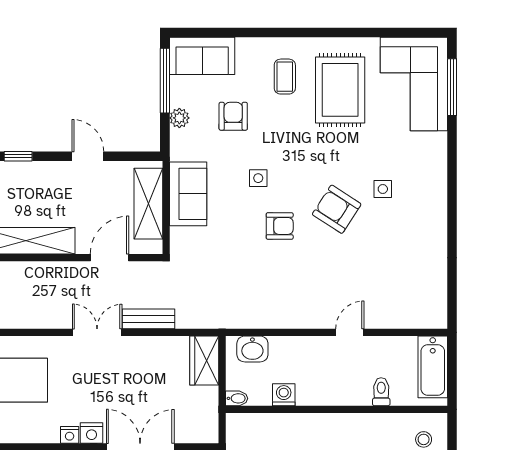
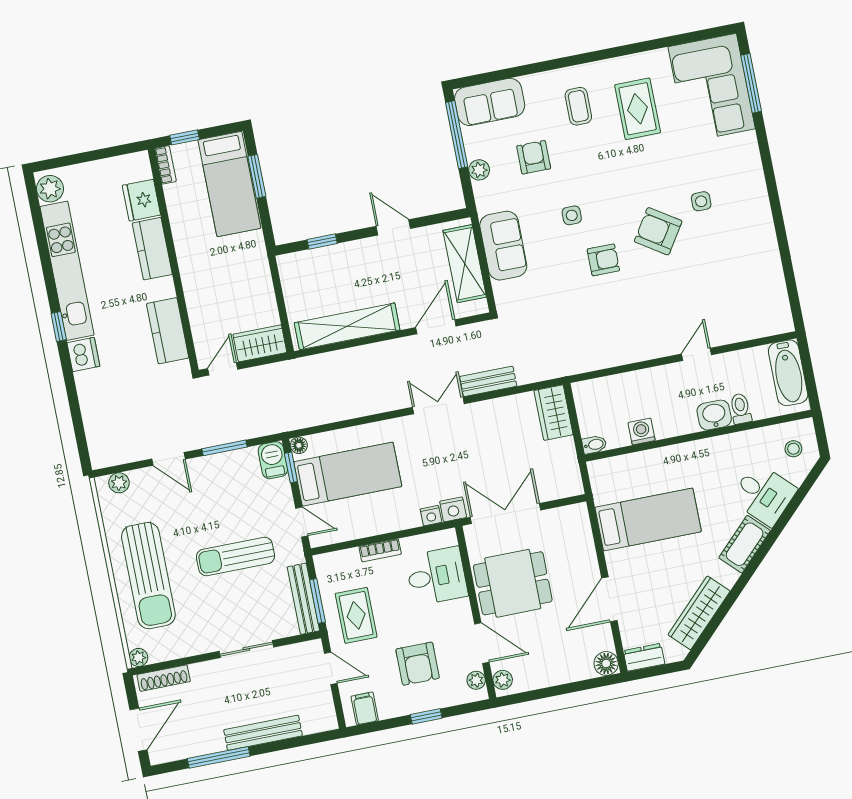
rug: (340, 90) -> (638, 109), width x0.73, depth x0.70
washbasin: (252, 349) -> (714, 415), moved, turned 180

